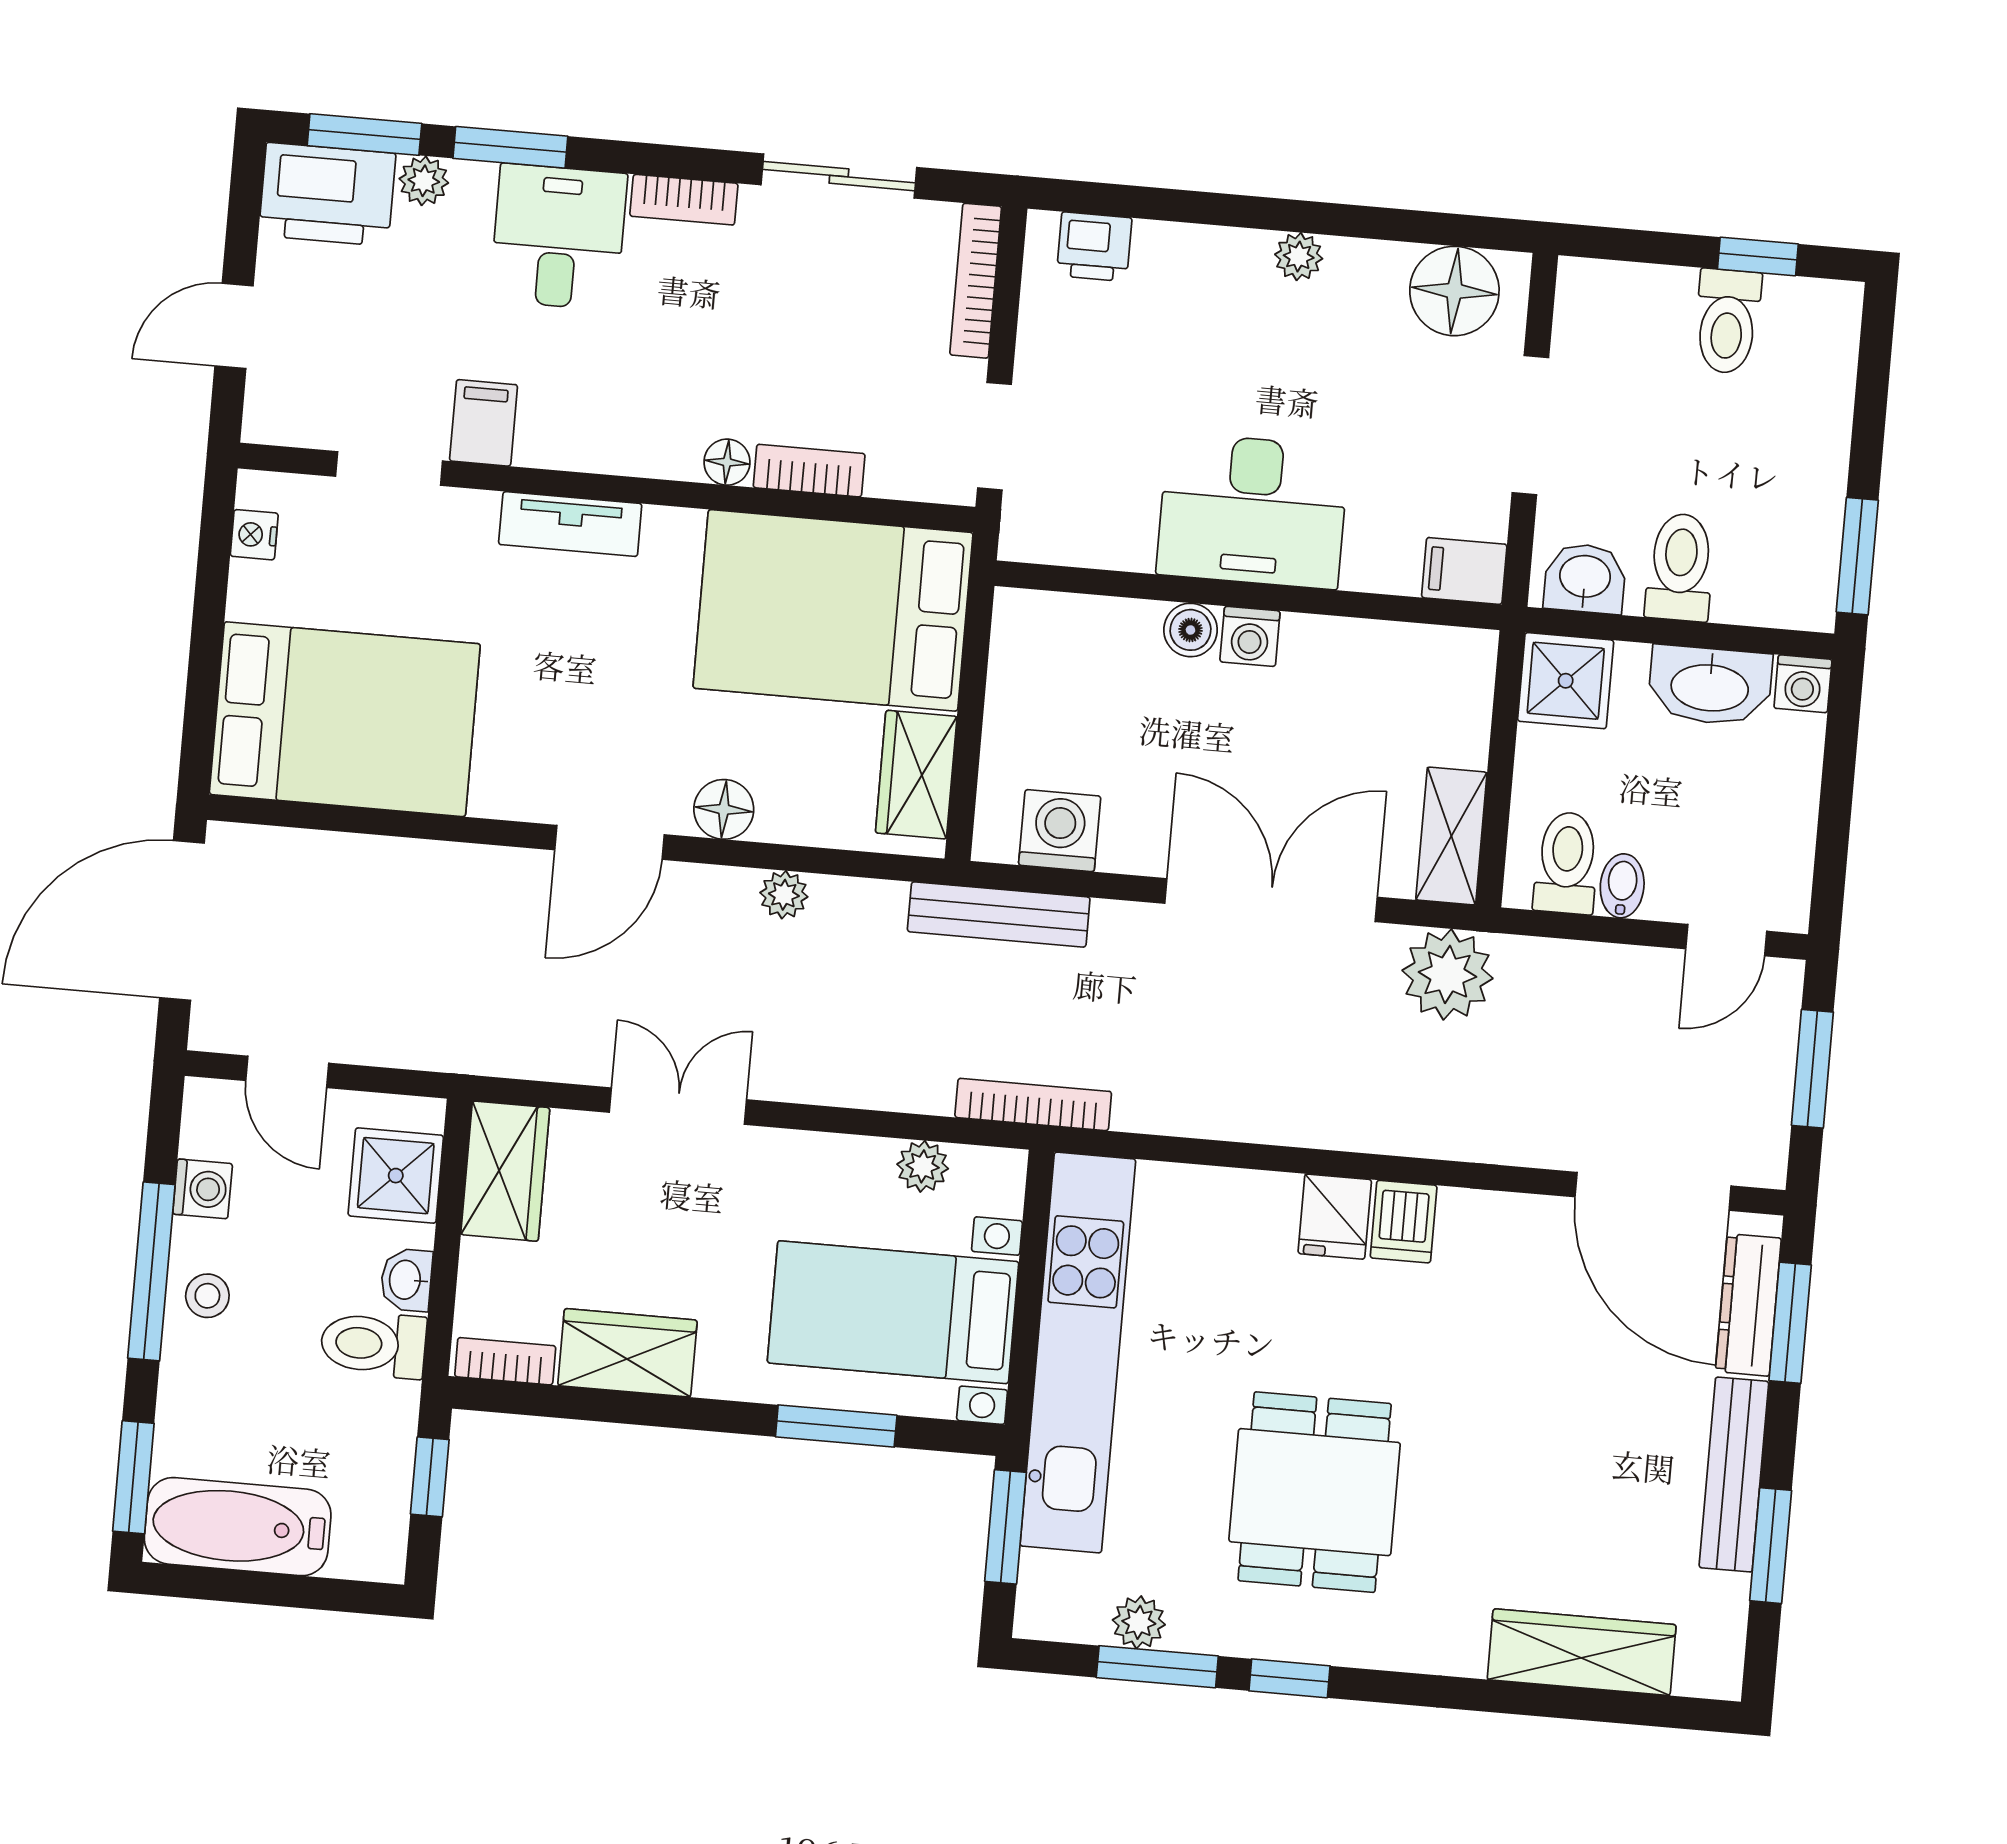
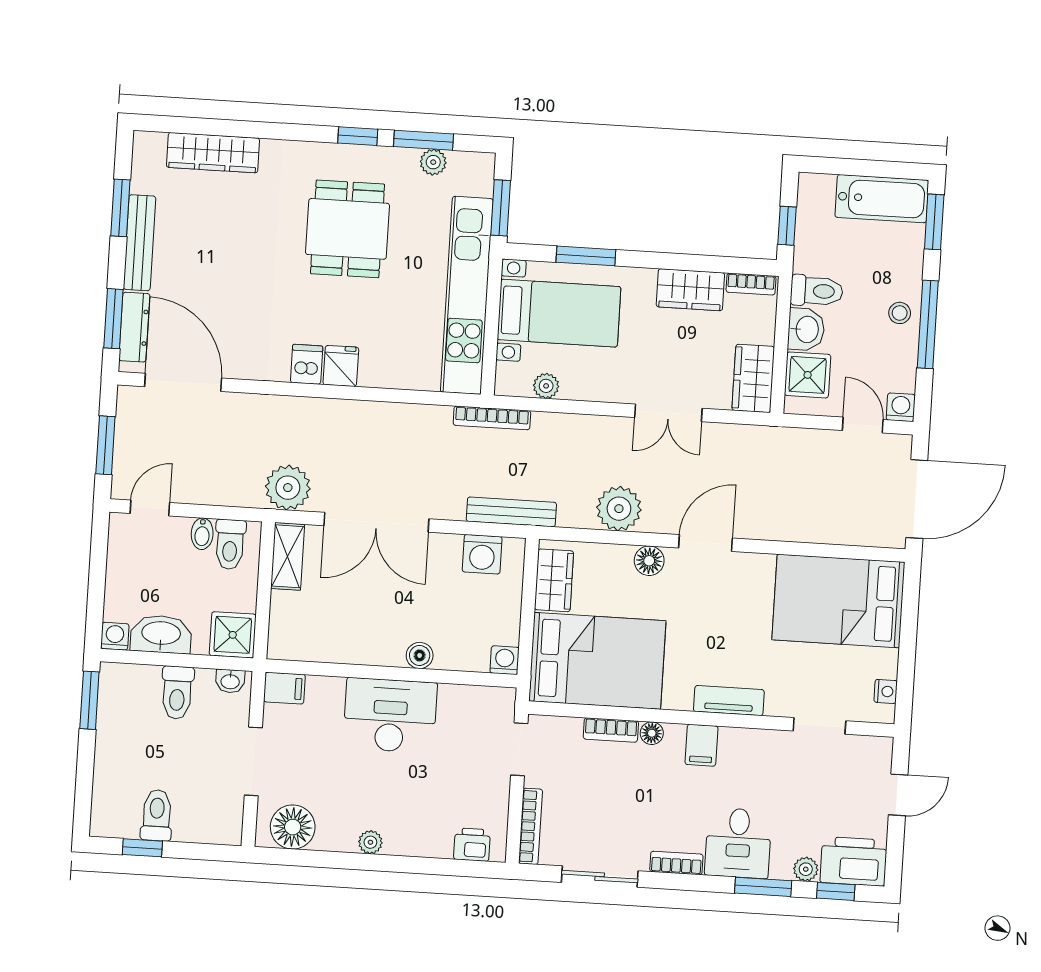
window: (364, 135) -> (836, 891), width x0.67
filing cabinet: (484, 423) -> (701, 745), moved
washbasin: (1585, 578) -> (230, 681), width x0.72, depth x0.69
washing machine: (1250, 636) -> (505, 660), moved
plant: (784, 895) -> (619, 509), width x1.87, depth x1.87
washing machine: (203, 1189) -> (901, 407), moved, turned 90
washbasin: (406, 1280) -> (806, 329), width x1.38, depth x1.45

